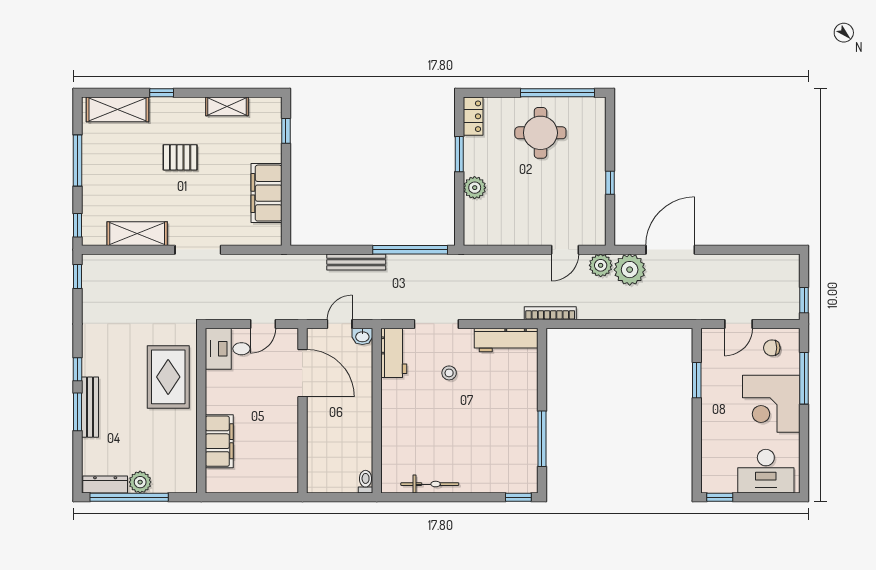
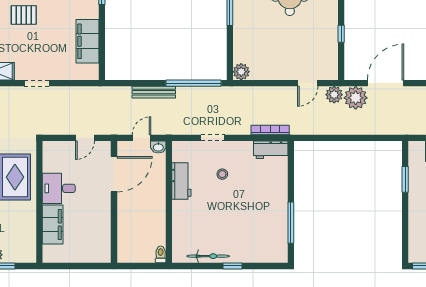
plant: (475, 188) -> (241, 72), moved
doorway: (198, 250) -> (37, 83), width x0.73
bookcase: (550, 313) -> (270, 130), moved
doorway: (436, 324) -> (213, 138), width x0.73
workbench: (506, 340) -> (271, 150), width x0.73
desk: (228, 349) -> (59, 188), moved
workbench: (394, 353) -> (181, 181), moved
door: (302, 373) -> (114, 174), hinge flipped
window: (518, 497) -> (232, 266), moved

